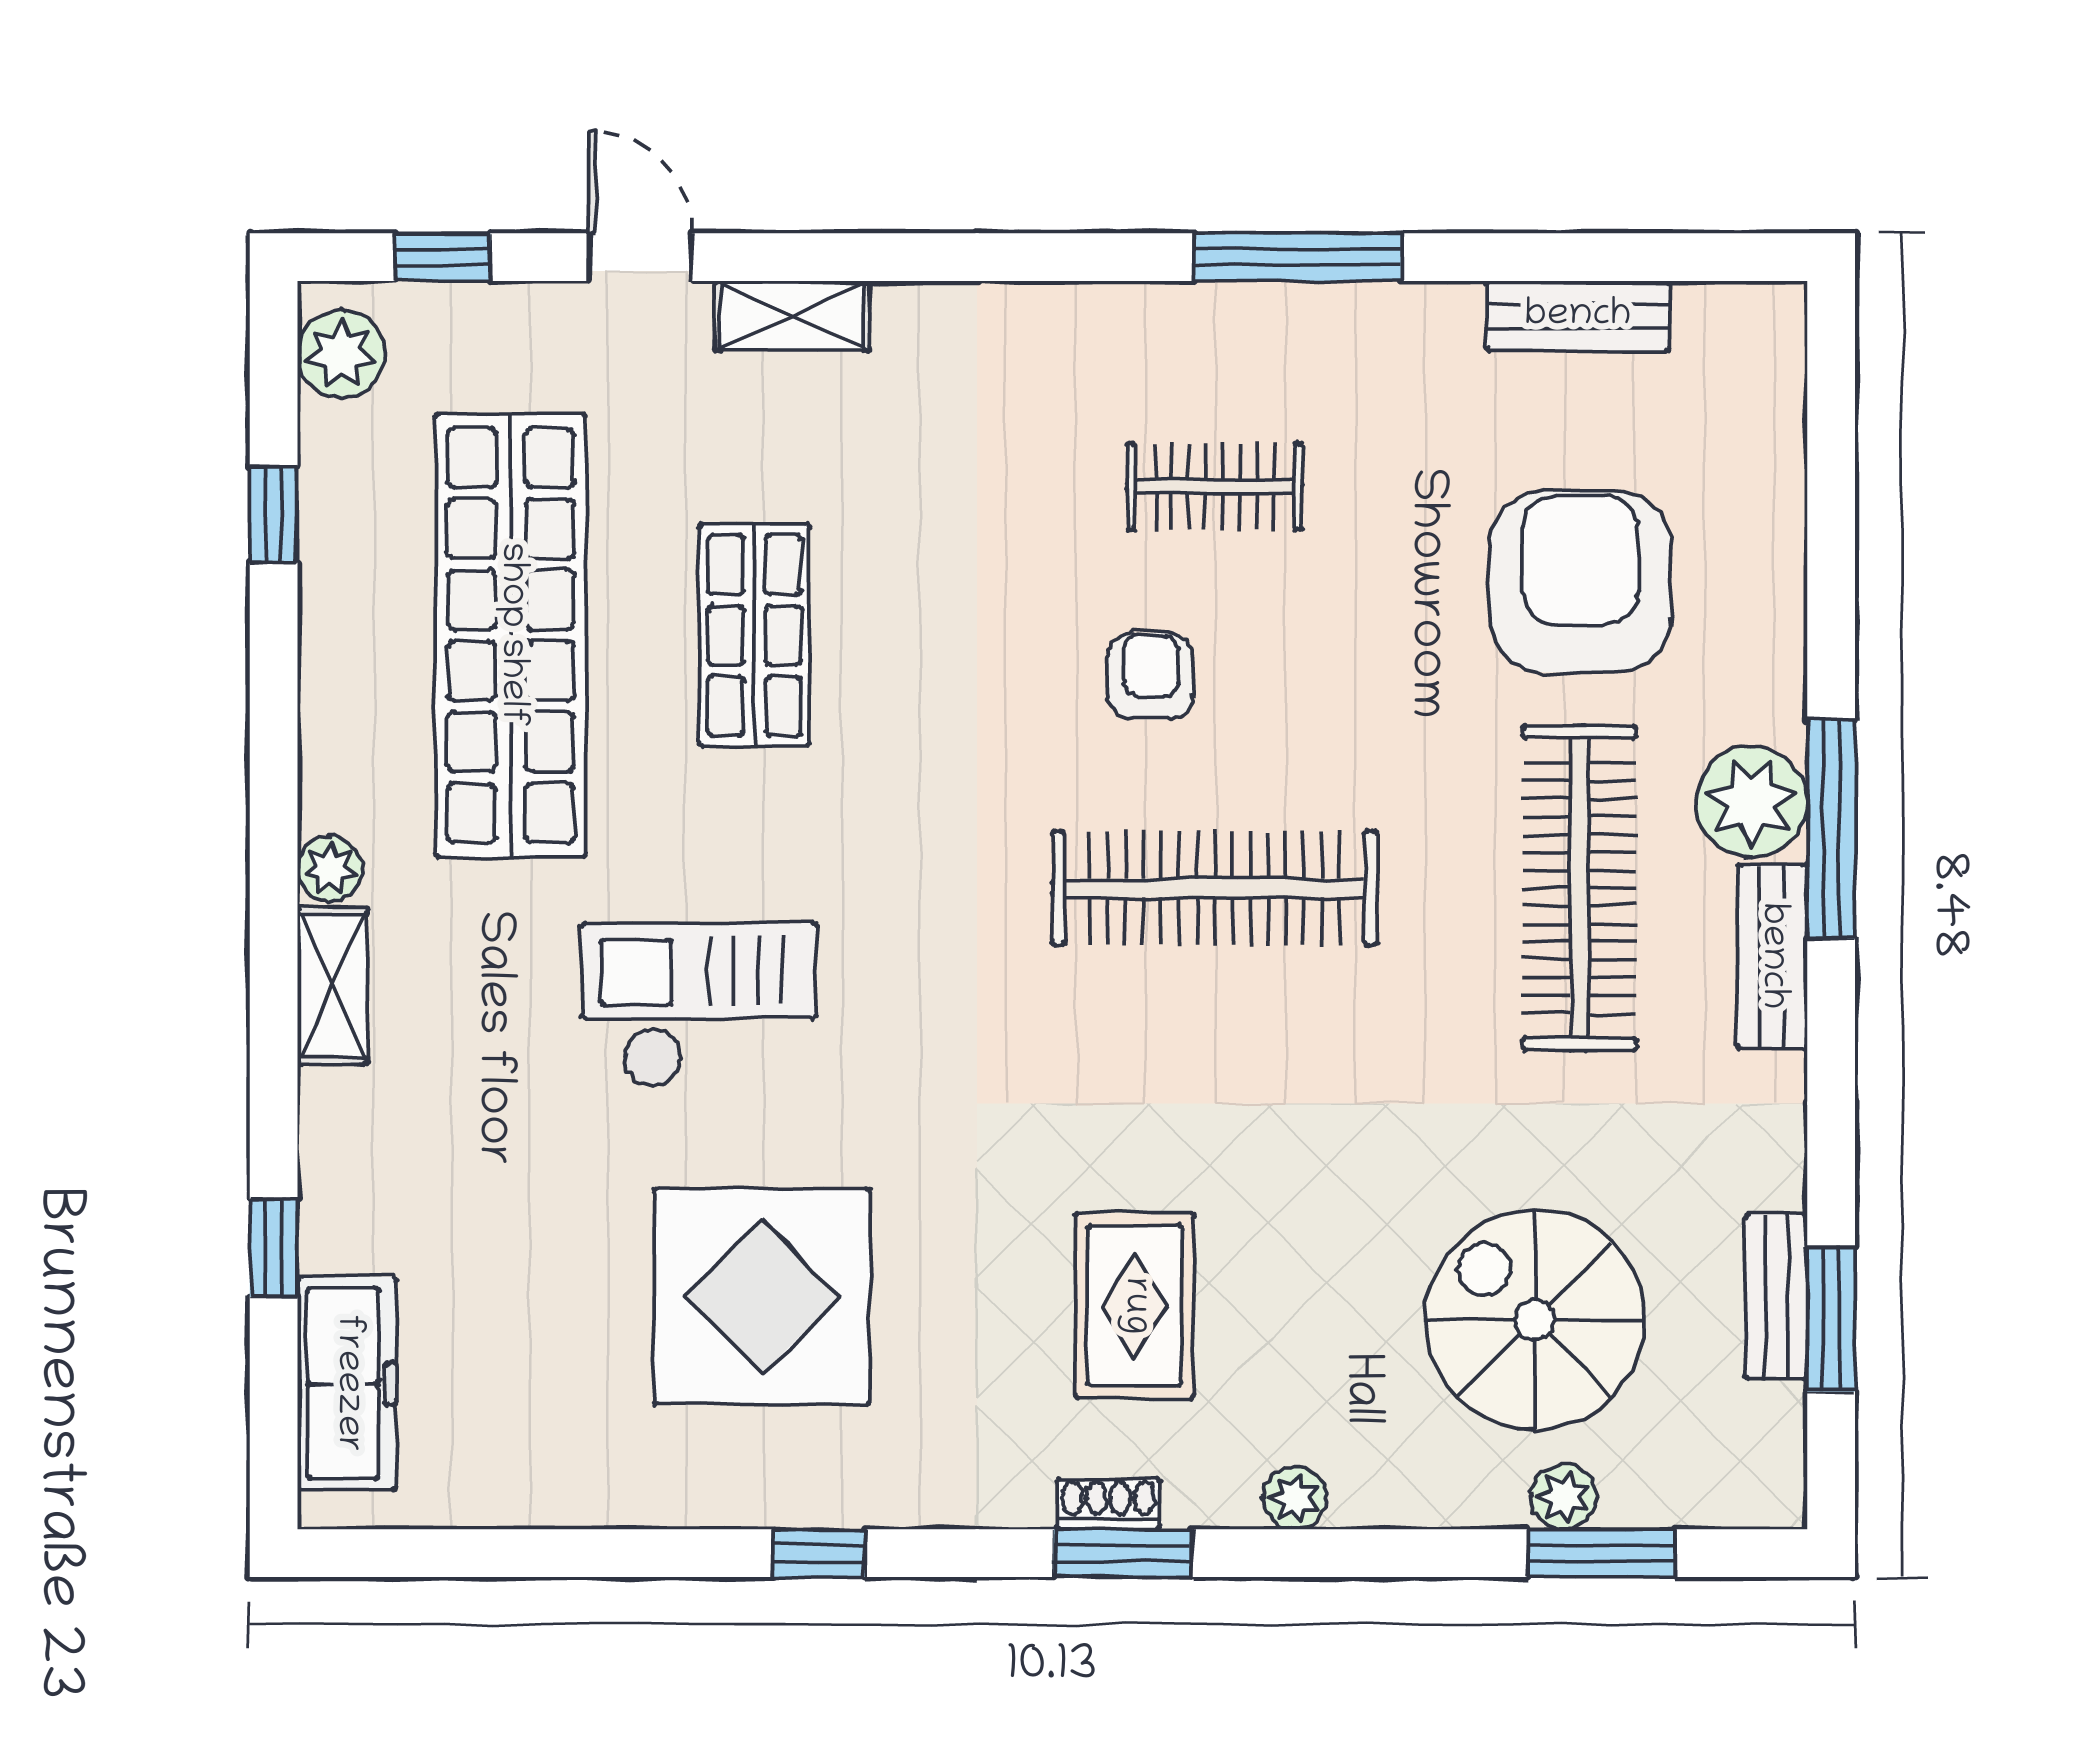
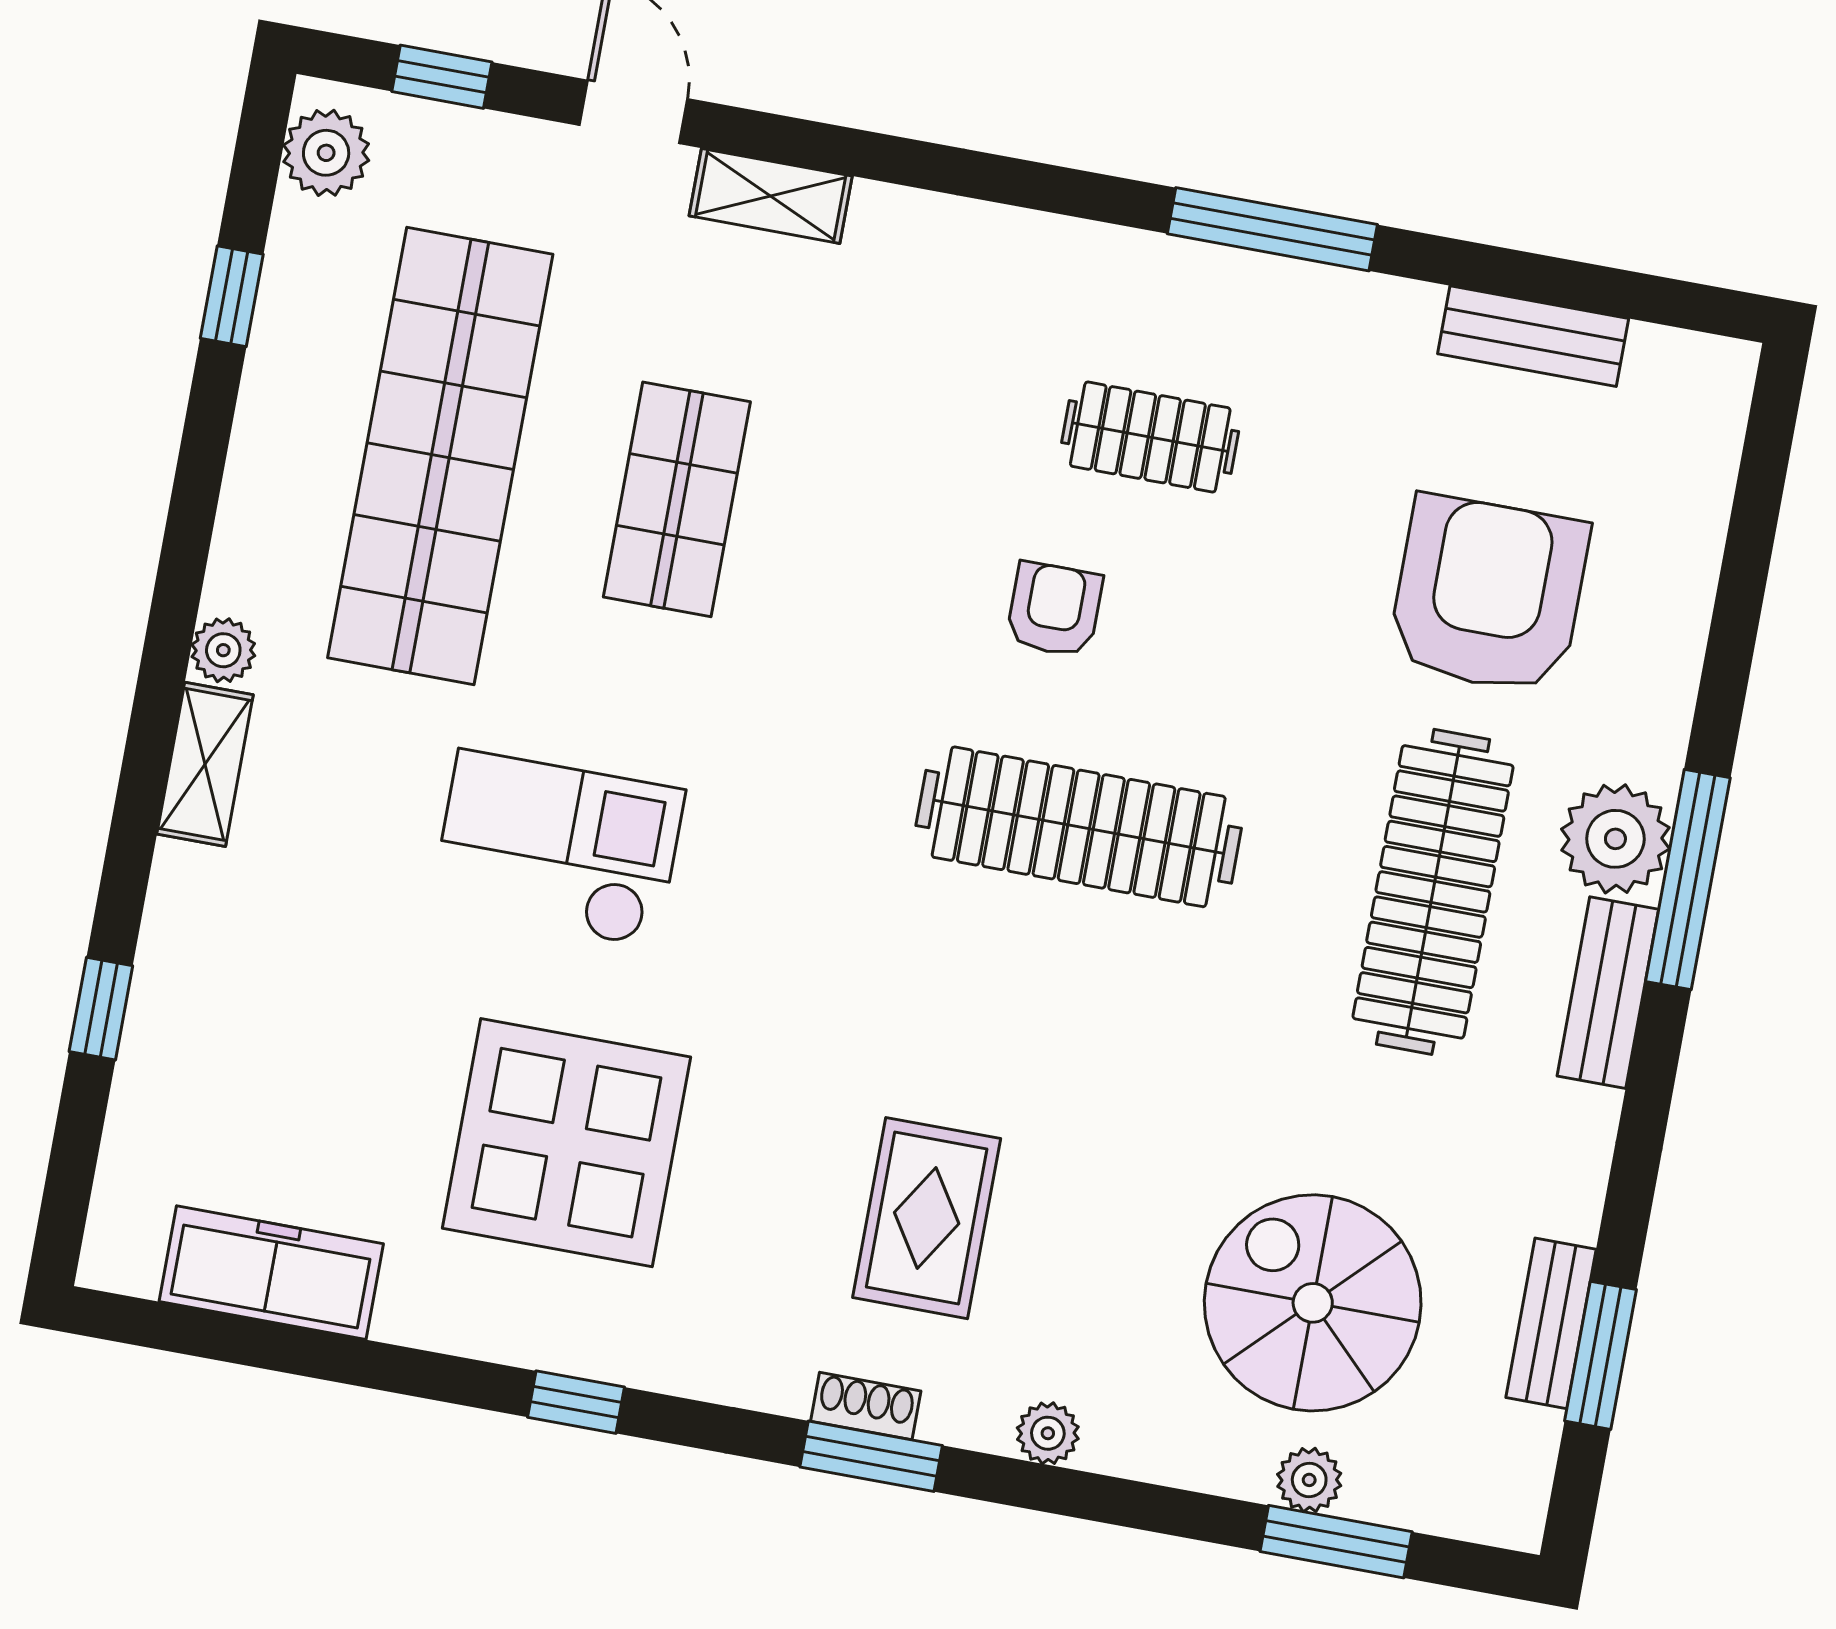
freezer: (347, 1383) -> (271, 1273), moved, turned -90

